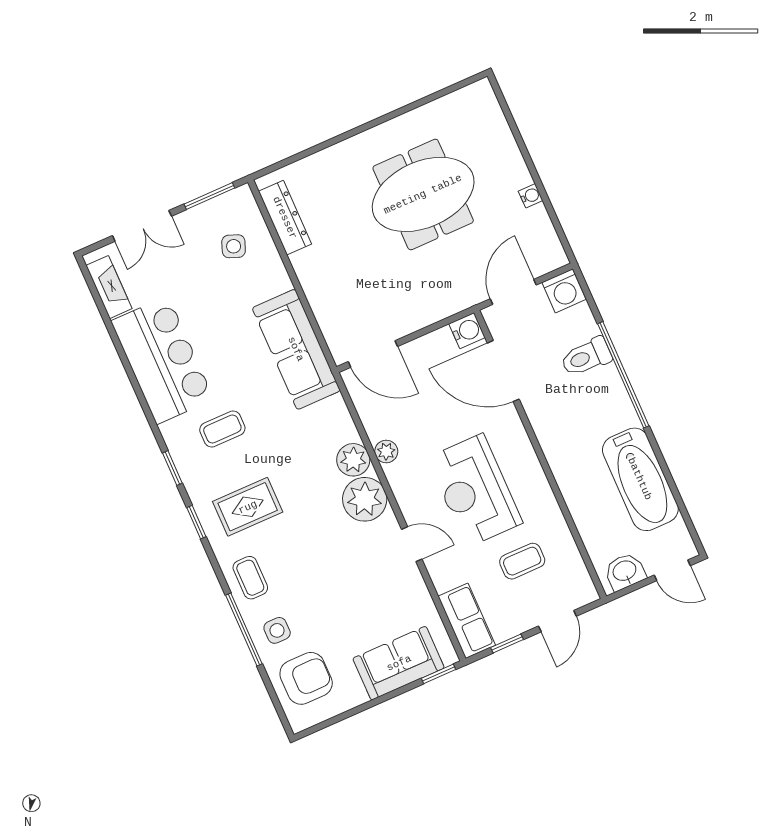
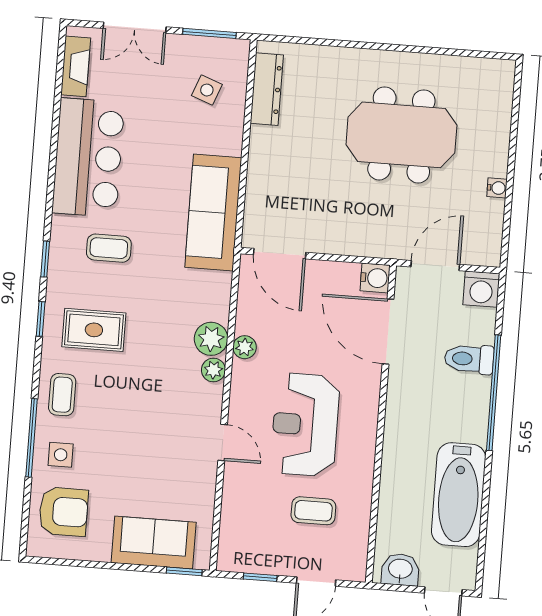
plant: (365, 499) -> (213, 370), width x0.53, depth x0.53
row of seats: (467, 621) -> (235, 537), removed

